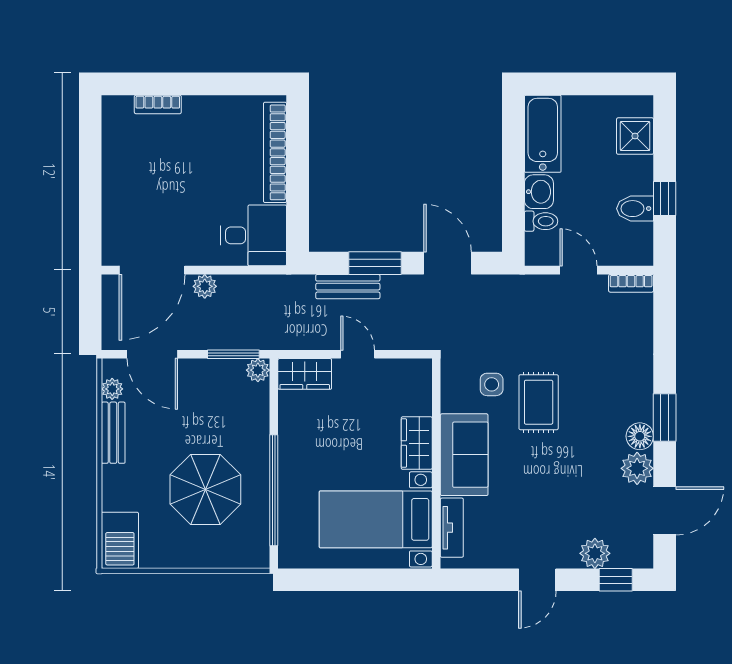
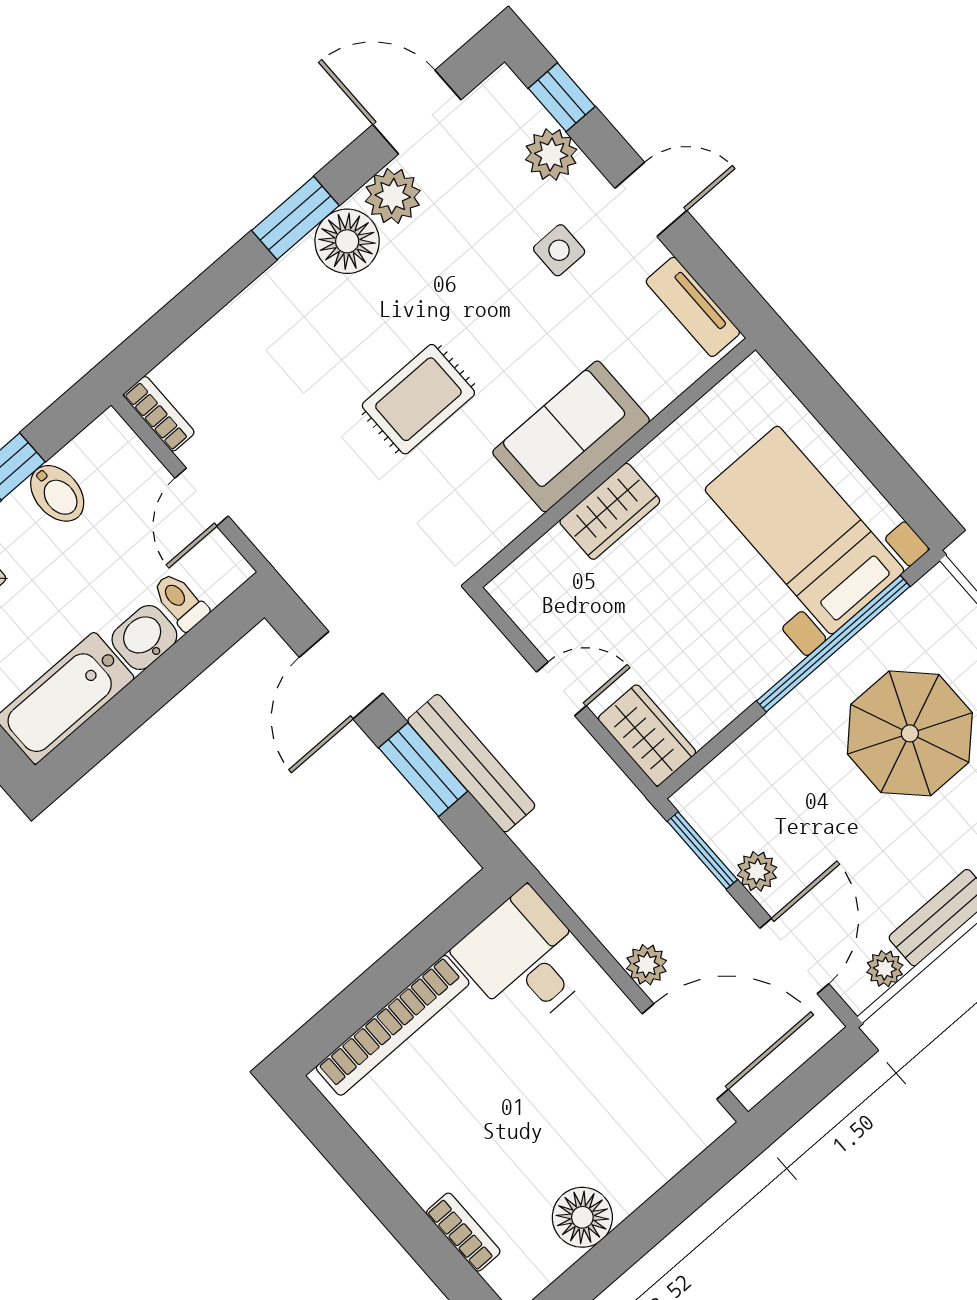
floor lamp: (119, 162) -> (582, 1217), added
bench: (348, 287) -> (471, 763), width x1.36
door: (358, 354) -> (561, 689), swing flipped
plant: (258, 370) -> (757, 871), moved
side table: (492, 384) -> (559, 250), moved
floor lamp: (640, 436) -> (347, 241), width x1.38, depth x1.38
bed with nightstands: (376, 519) -> (804, 530), moved, turned 180
tv unit: (452, 528) -> (693, 307), moved, turned -90

